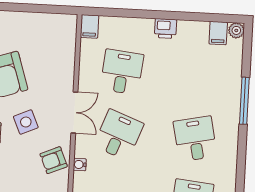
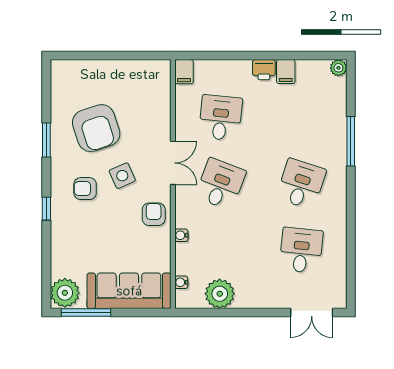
filing cabinet: (218, 33) -> (286, 72), moved
desk: (195, 139) -> (301, 184), turned 30
armchair: (54, 160) -> (154, 214), turned 113
water cooler: (80, 165) -> (181, 235), moved

